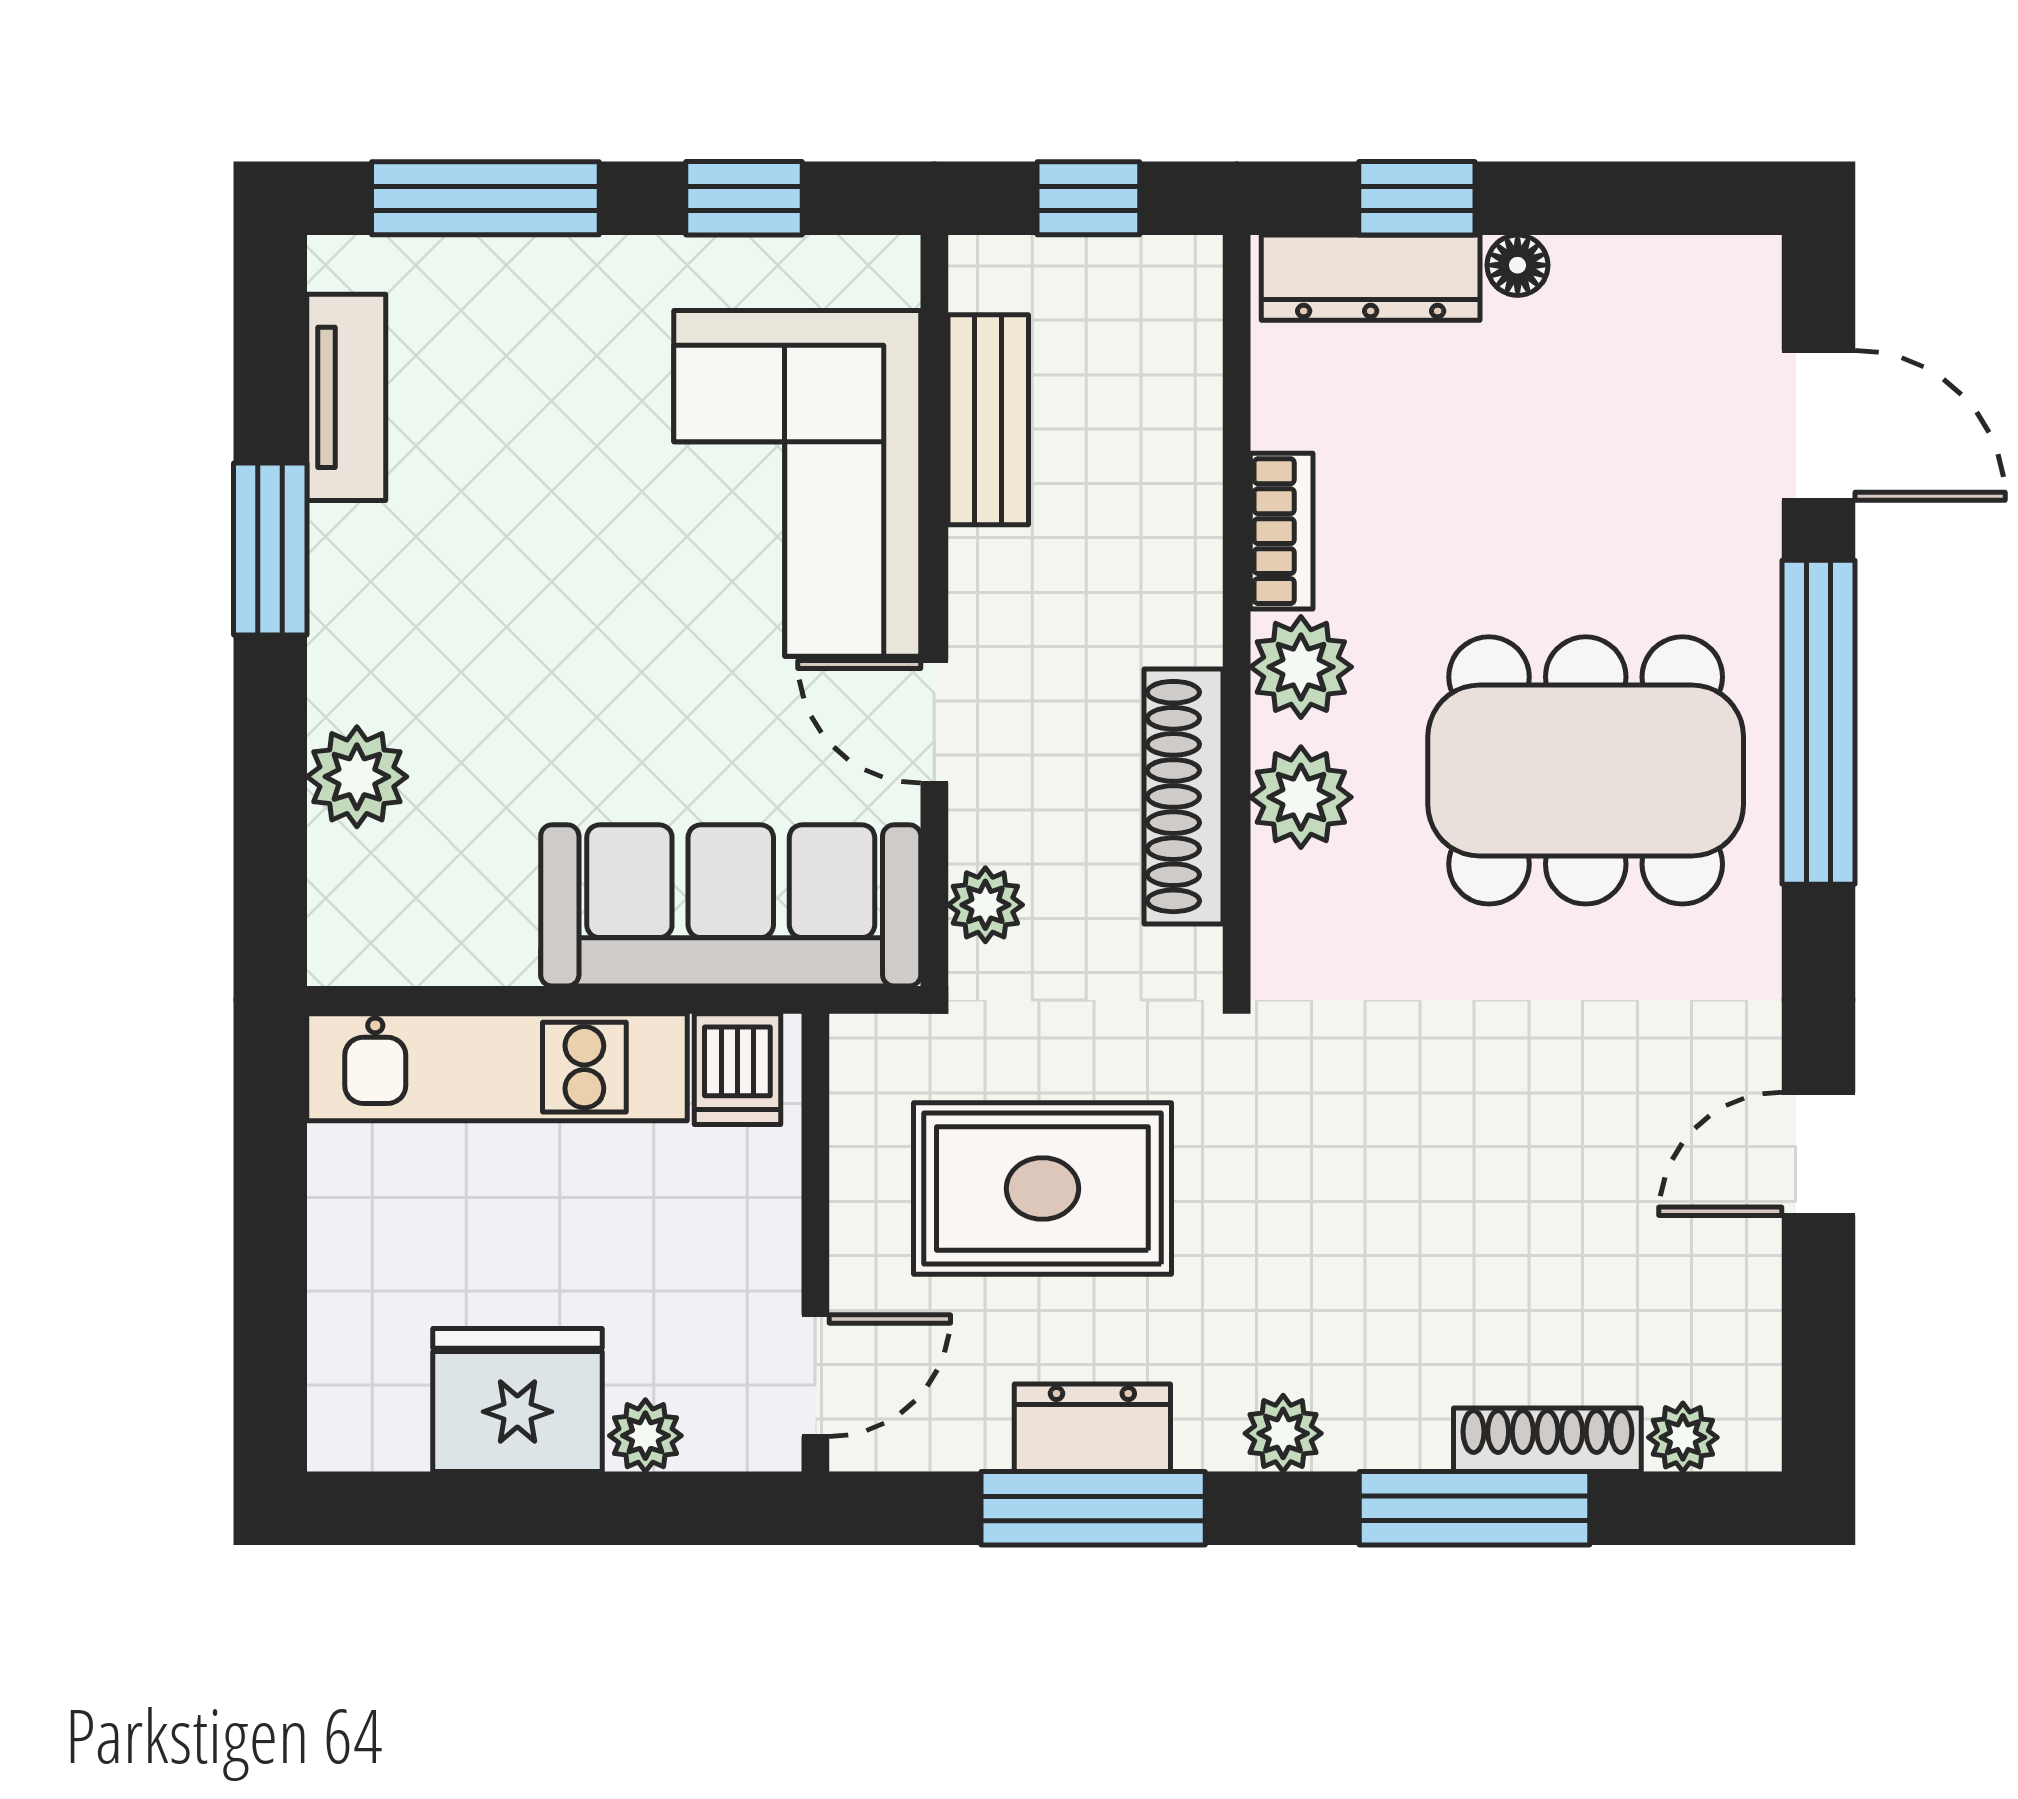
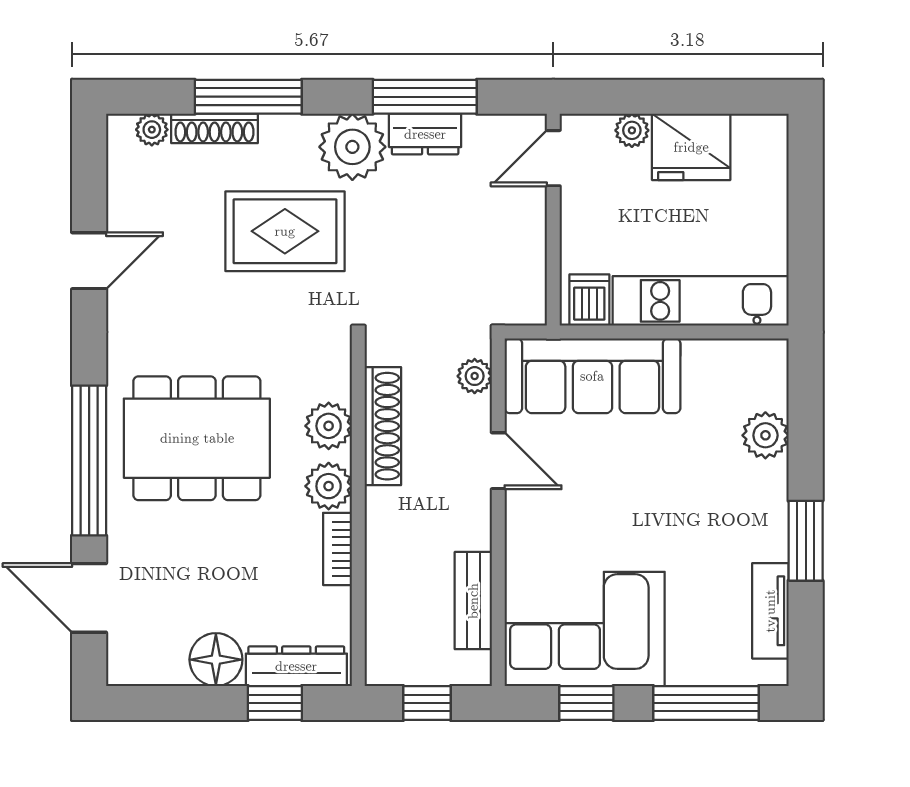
floor lamp: (1518, 265) -> (216, 660), width x1.89, depth x1.89
corner sofa: (797, 483) -> (585, 629), moved, turned -90
rug: (1042, 1188) -> (285, 231), moved
plant: (1283, 1433) -> (352, 147), width x1.87, depth x1.87

